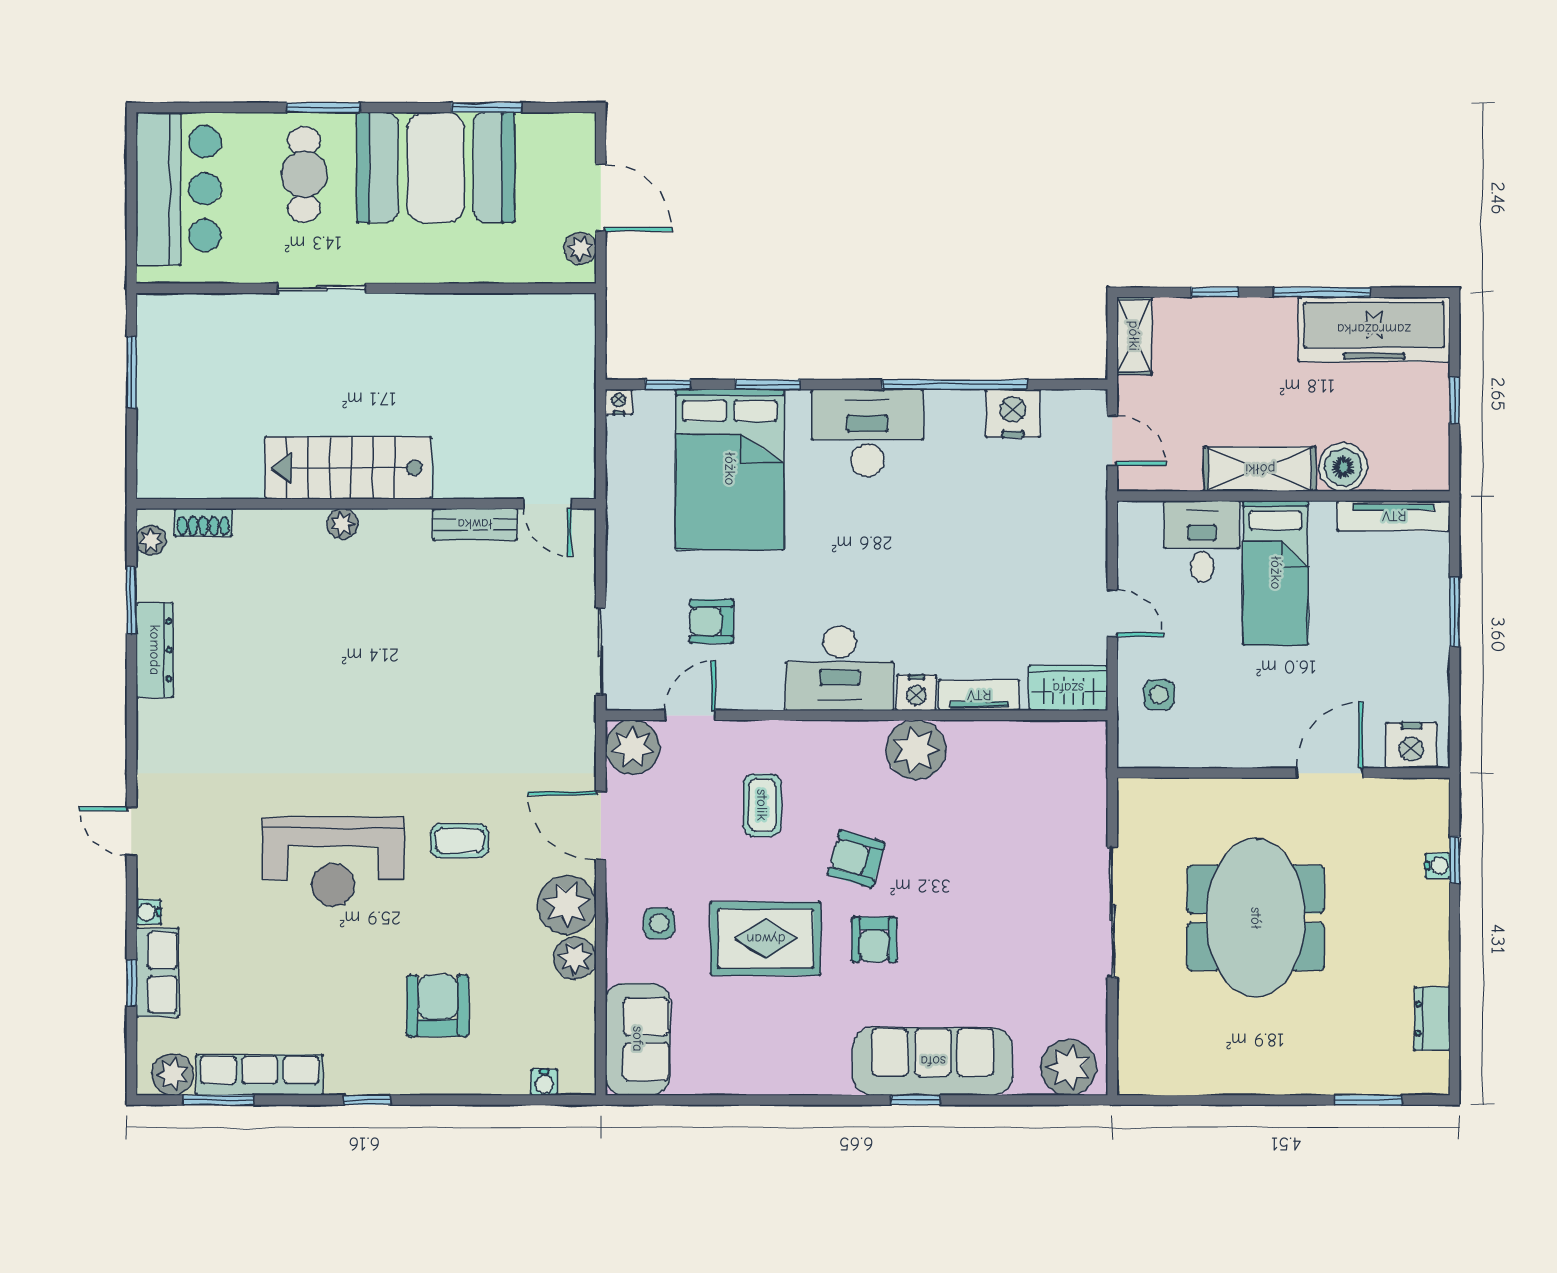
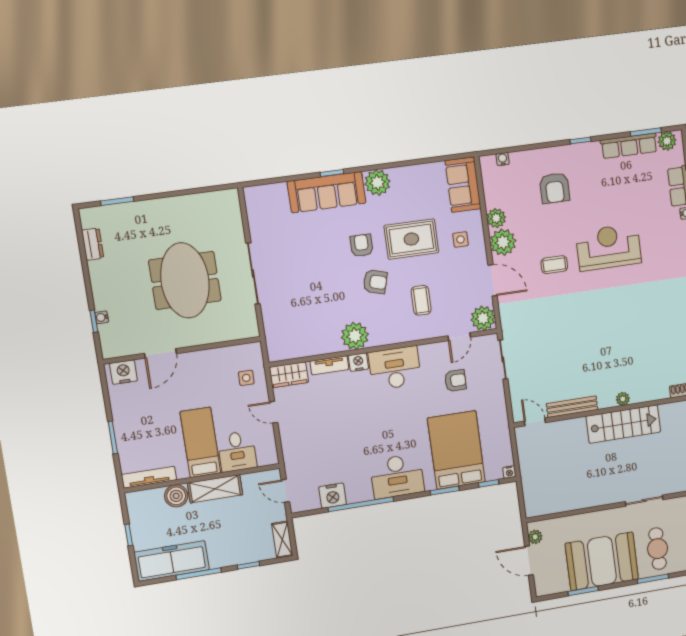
bench: (475, 524) -> (572, 407), width x1.36
plant: (1069, 1067) -> (377, 183), moved

